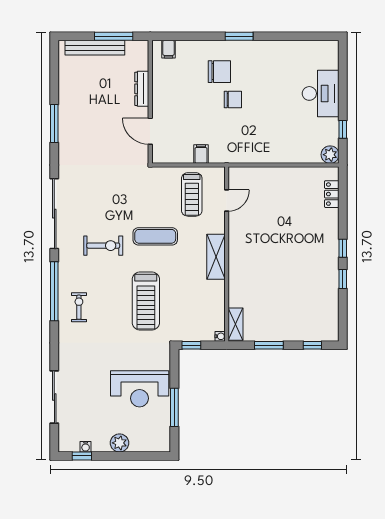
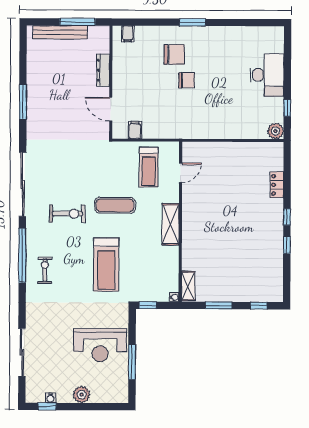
filing cabinet: (201, 154) -> (135, 130), moved
locker: (332, 194) -> (277, 185), moved

